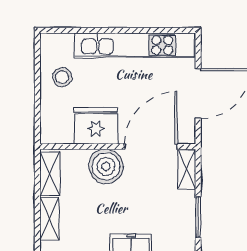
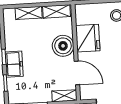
door: (151, 147) -> (77, 73), width x0.73

